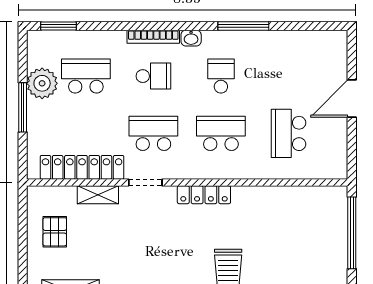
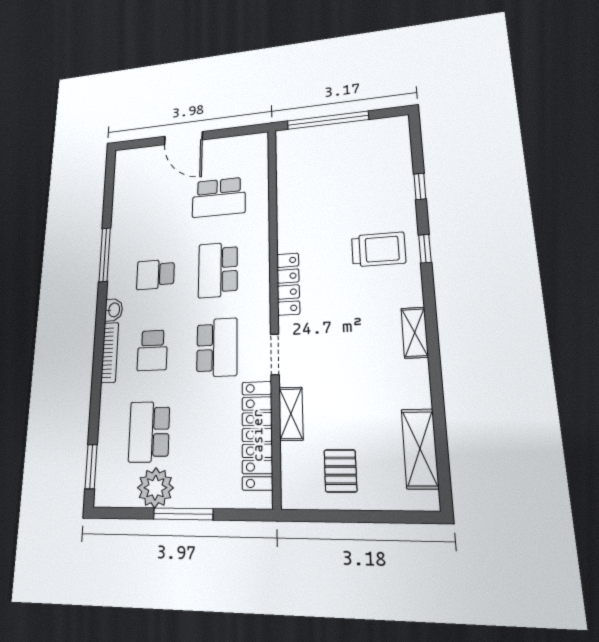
school desk: (153, 76) -> (152, 350), turned 180
school desk: (153, 133) -> (217, 347), turned 180
pallet: (55, 232) -> (340, 471), turned 90

